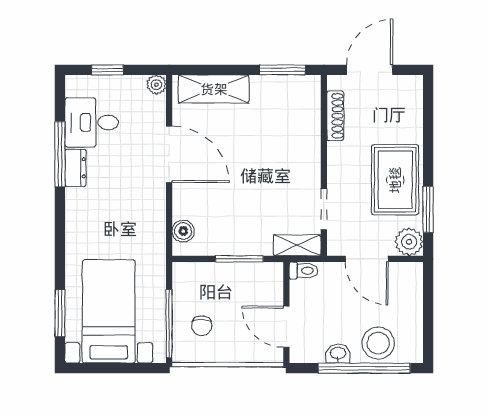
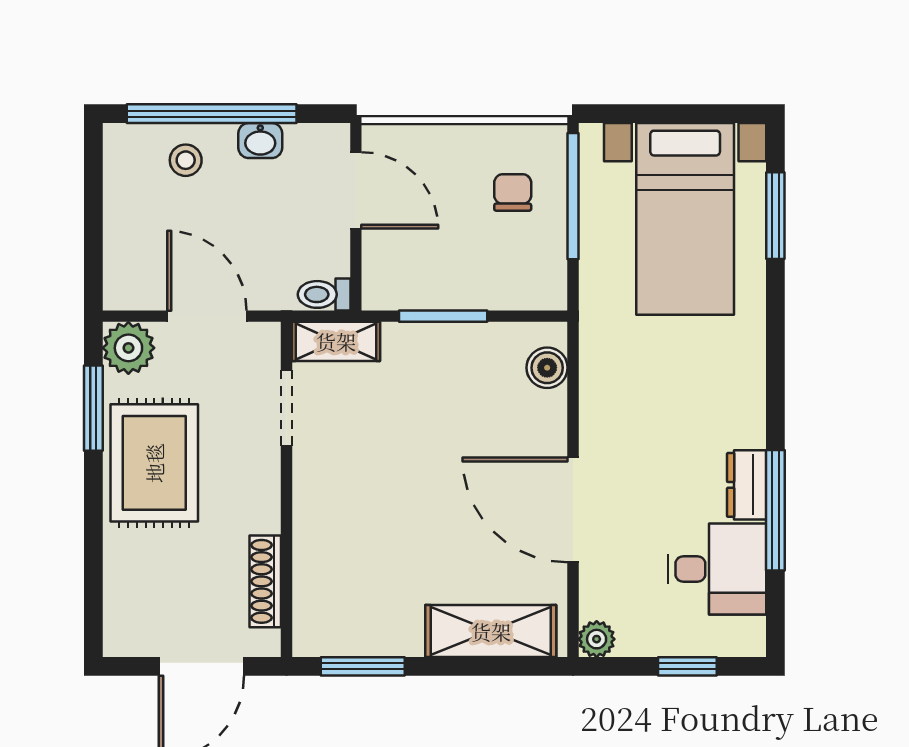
stool: (378, 343) -> (186, 160), width x0.53, depth x0.53

